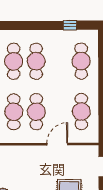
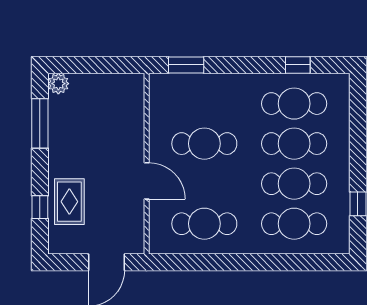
cafe table: (14, 112) -> (294, 184), moved

